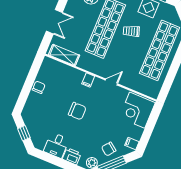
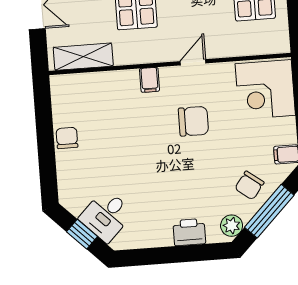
chair: (77, 111) -> (193, 121), moved
desk: (56, 145) -> (106, 216), moved, turned 45

